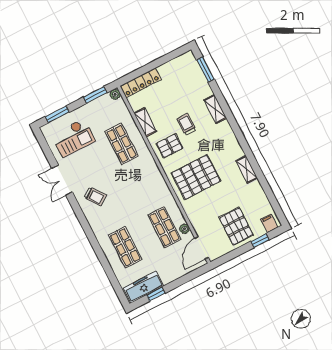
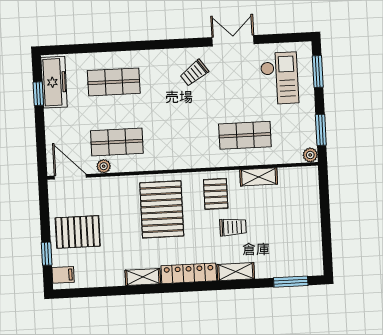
locker: (141, 83) -> (189, 273), moved, turned 90
checkout: (73, 138) -> (279, 78), turned 180

